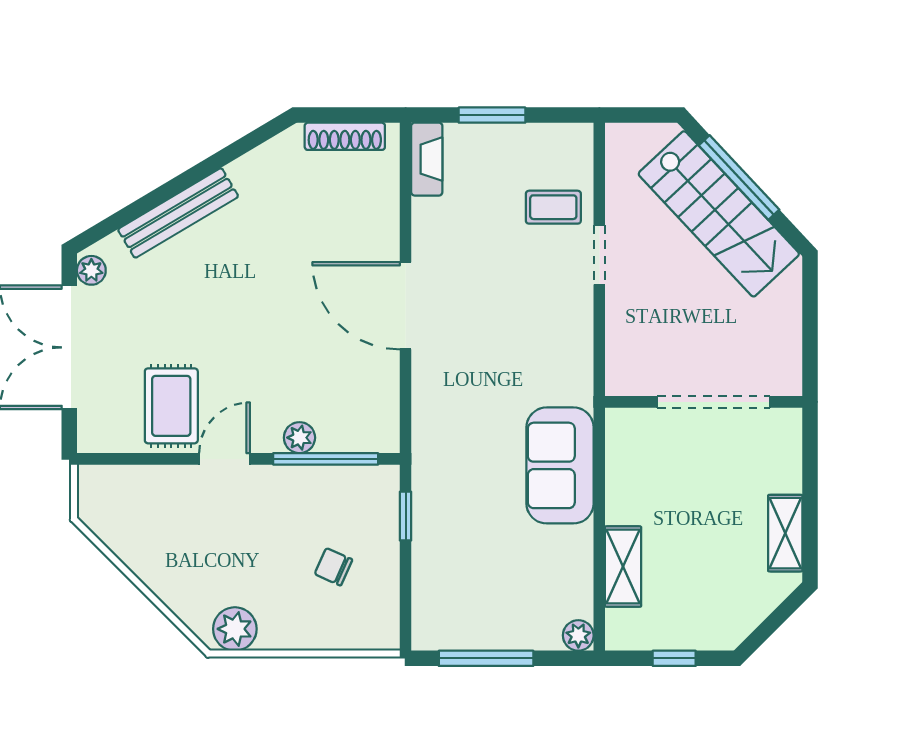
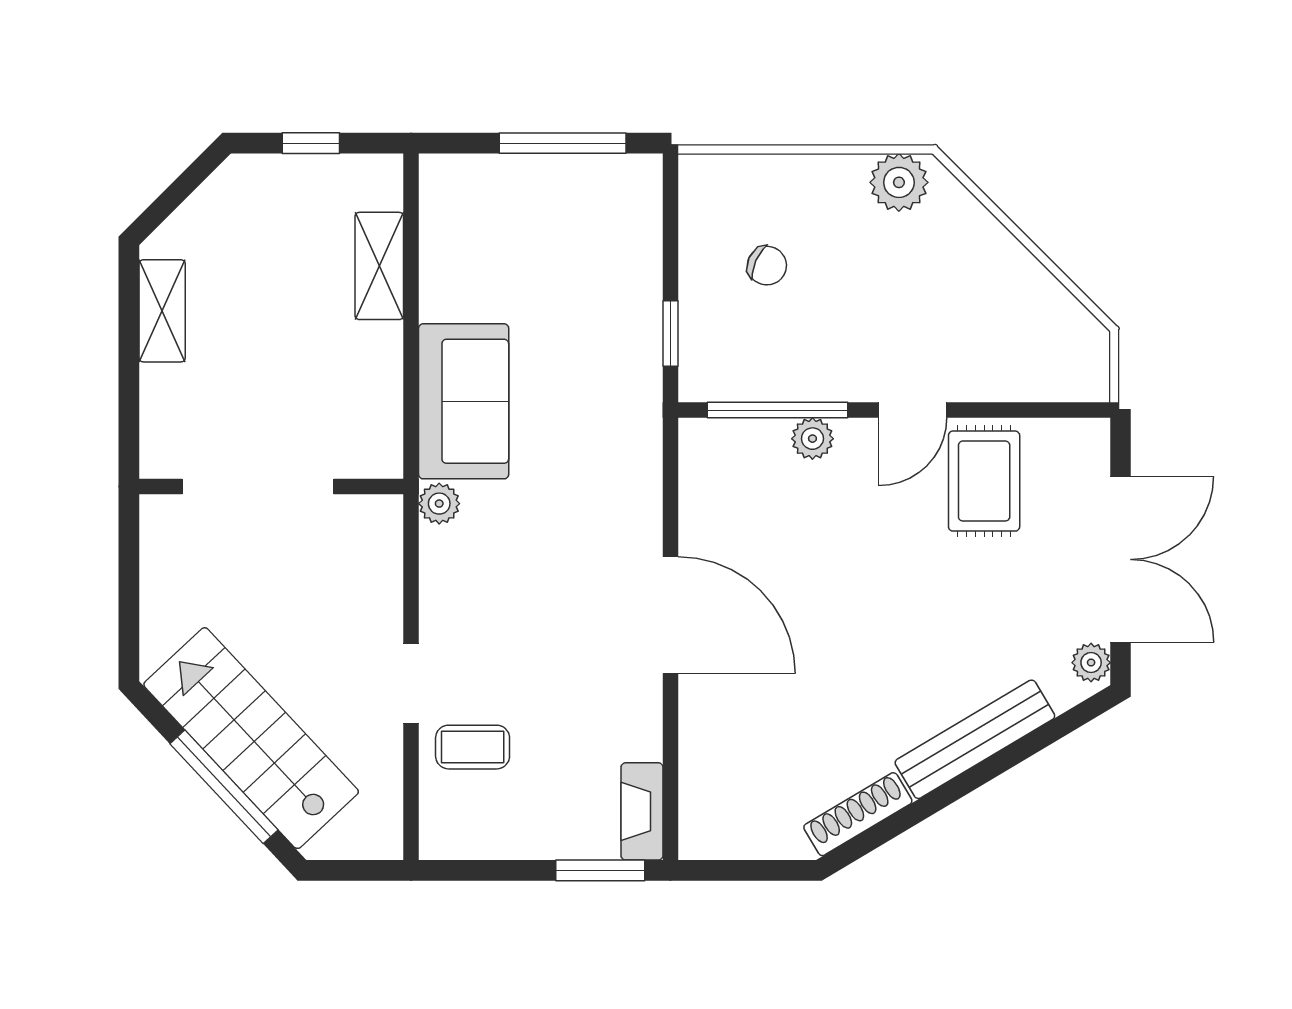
window: (492, 115) -> (600, 870), moved
shoe rack: (345, 136) -> (858, 814), moved, turned -31
plant: (578, 635) -> (439, 504), moved

